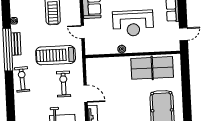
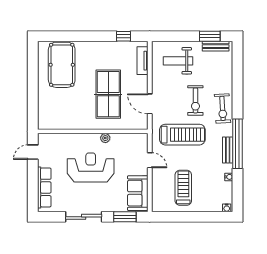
table tennis table: (152, 68) -> (108, 94), moved, turned 90
exercise bike: (64, 84) -> (195, 100), moved
door: (86, 94) -> (150, 104), moved

